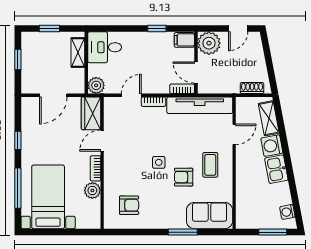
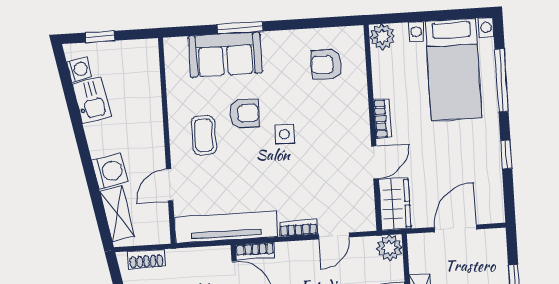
kitchen sink: (276, 169) -> (92, 100), moved
plant: (92, 190) -> (382, 37), moved
sofa: (210, 216) -> (225, 55), moved
window: (273, 232) -> (100, 37), width x0.67

